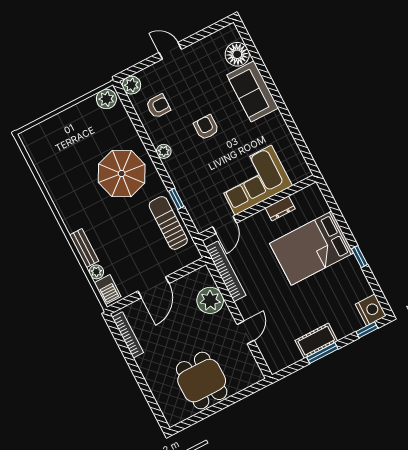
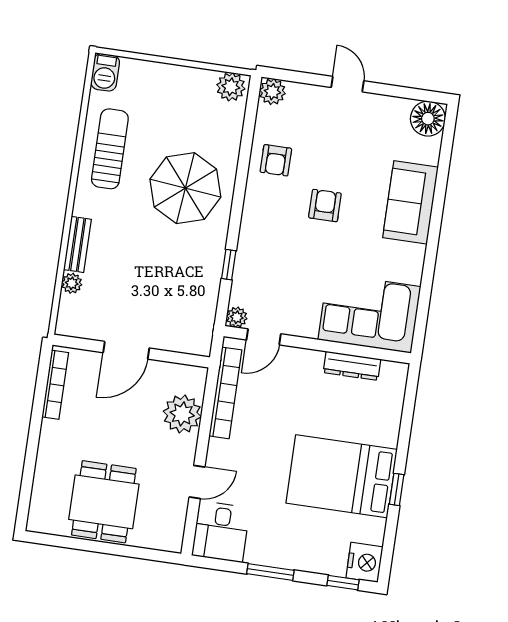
floor lamp: (237, 54) -> (428, 119), moved
armchair: (158, 106) -> (276, 160), moved, turned 90
plant: (164, 151) -> (237, 317), moved
corner sofa: (253, 180) -> (369, 313), moved
dresser: (280, 208) -> (352, 366), width x1.44
sun lounger: (168, 223) -> (110, 149), moved
bed: (312, 248) -> (342, 476), moved
barbecue: (108, 290) -> (105, 72), moved
cot: (316, 341) -> (274, 552), removed
desk: (279, 350) -> (221, 532), added

